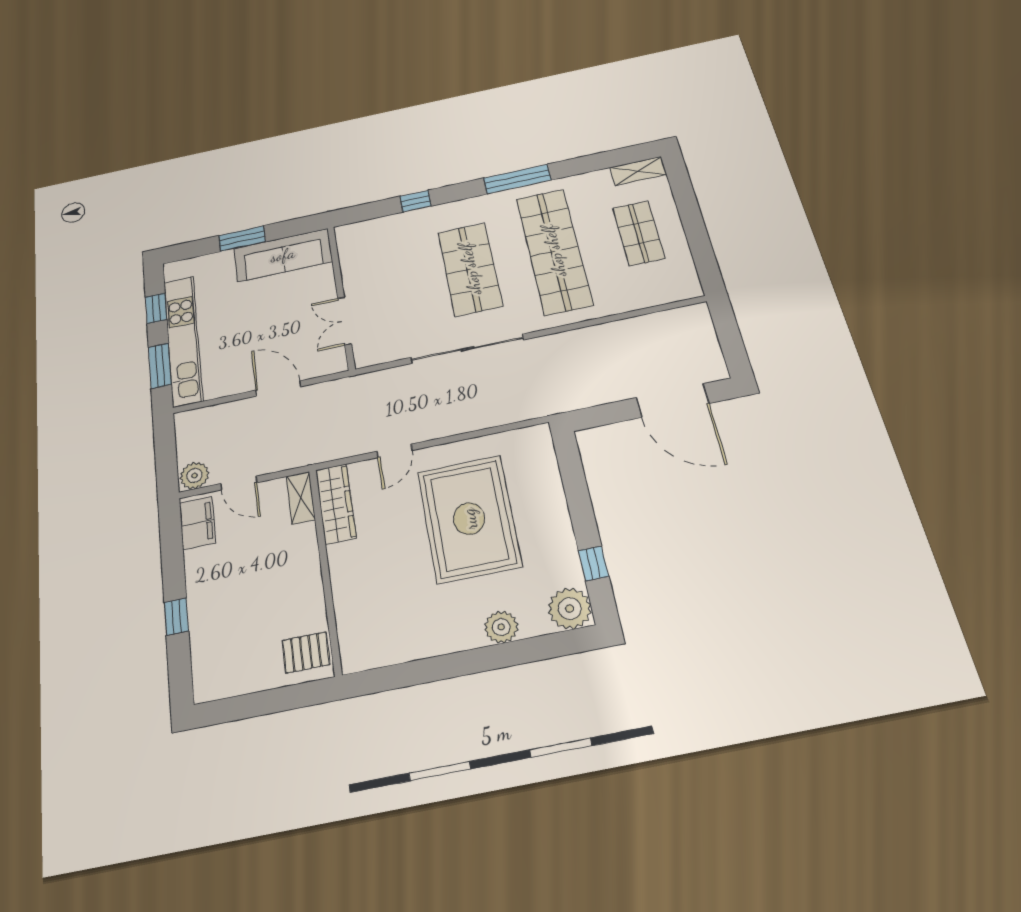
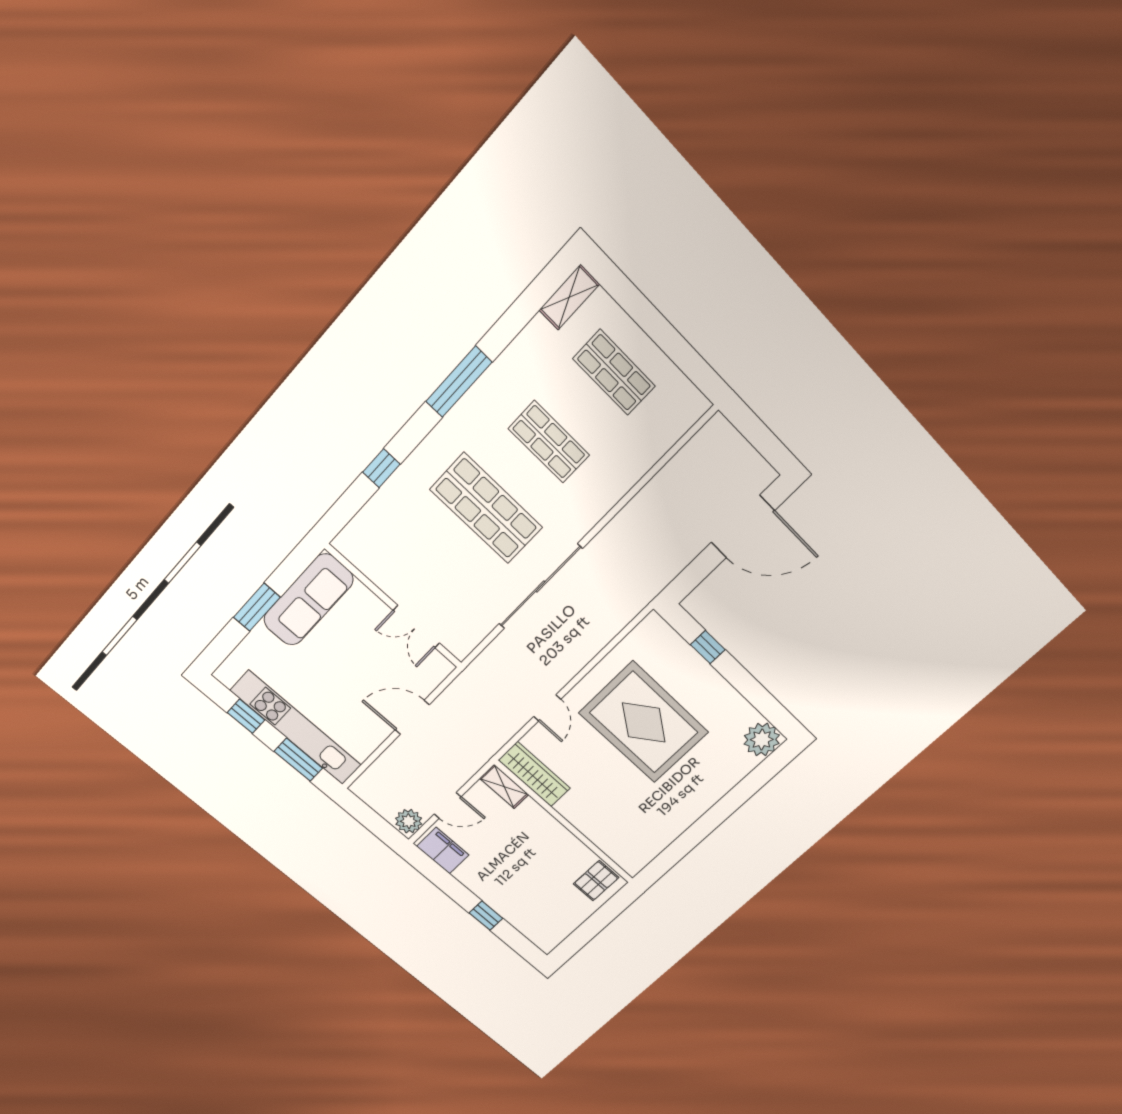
shop shelf: (554, 251) -> (549, 442), width x0.50, depth x0.74
window: (593, 563) -> (708, 647), moved
plant: (501, 627) -> (721, 782), removed

